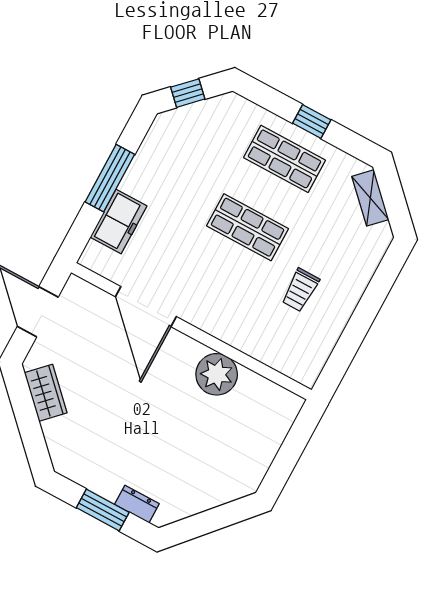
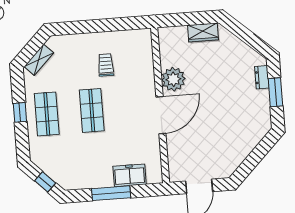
trolley: (300, 290) -> (106, 65), turned -90
door: (146, 307) -> (161, 115), moved
wardrobe: (46, 393) -> (203, 32), moved, turned -135

